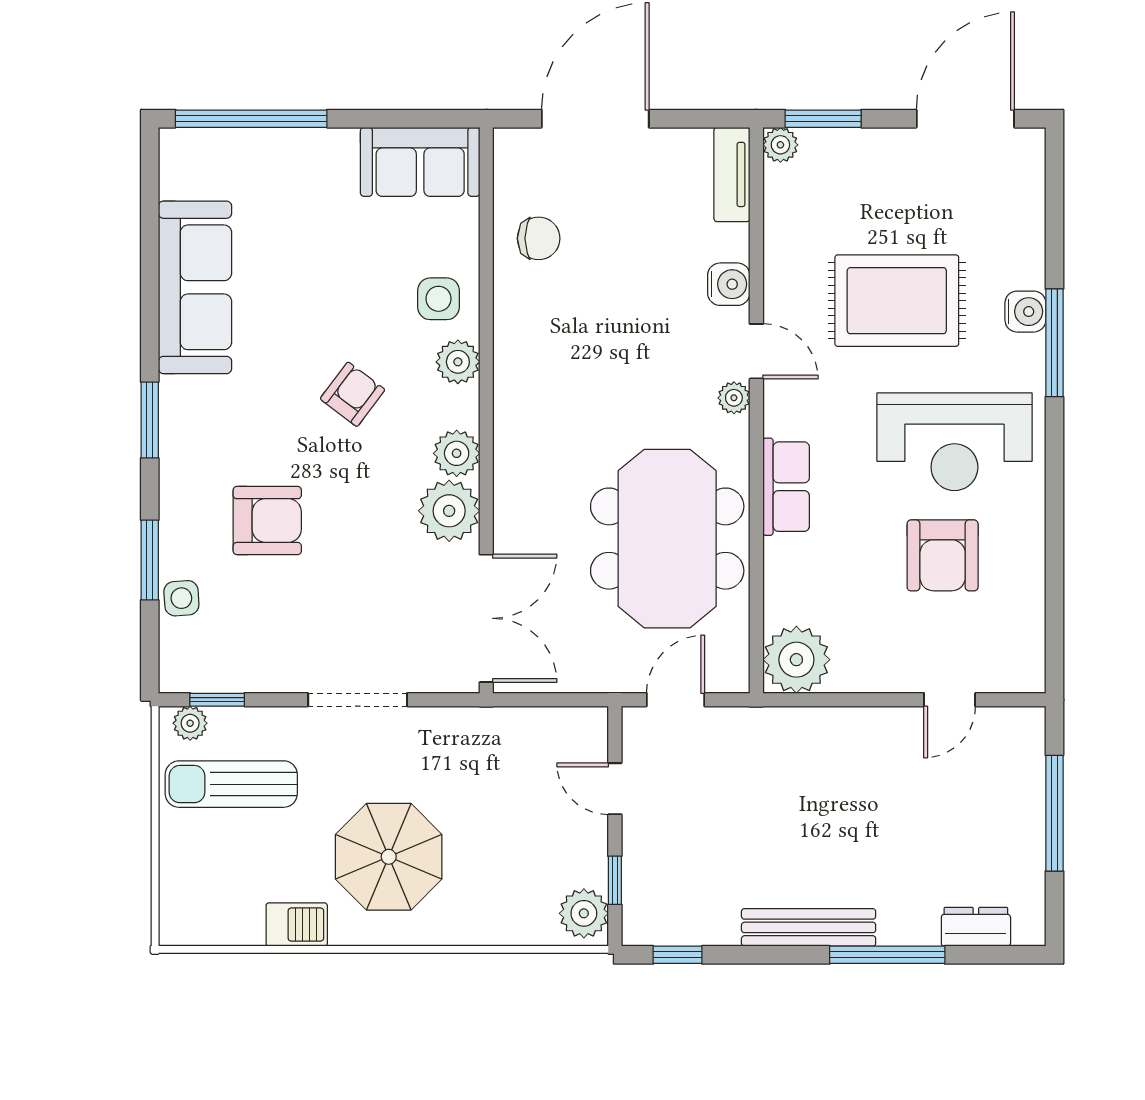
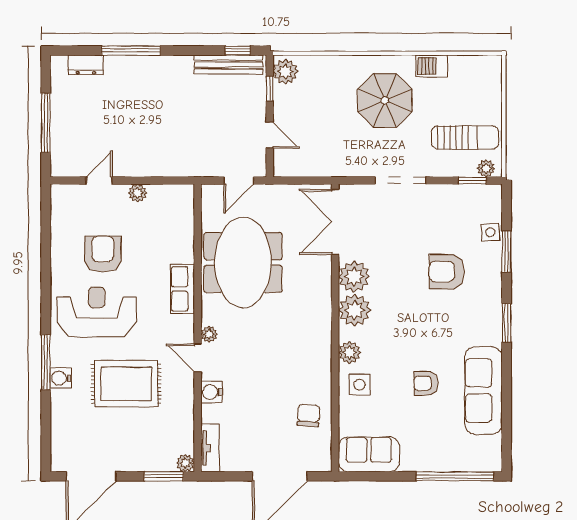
chair: (539, 238) -> (309, 415), turned 94
armchair: (353, 394) -> (426, 383), moved, turned 52
plant: (457, 453) -> (355, 310), width x1.36, depth x1.36
plant: (796, 660) -> (137, 193), moved, width x0.53, depth x0.53
bench: (809, 927) -> (228, 64), moved

